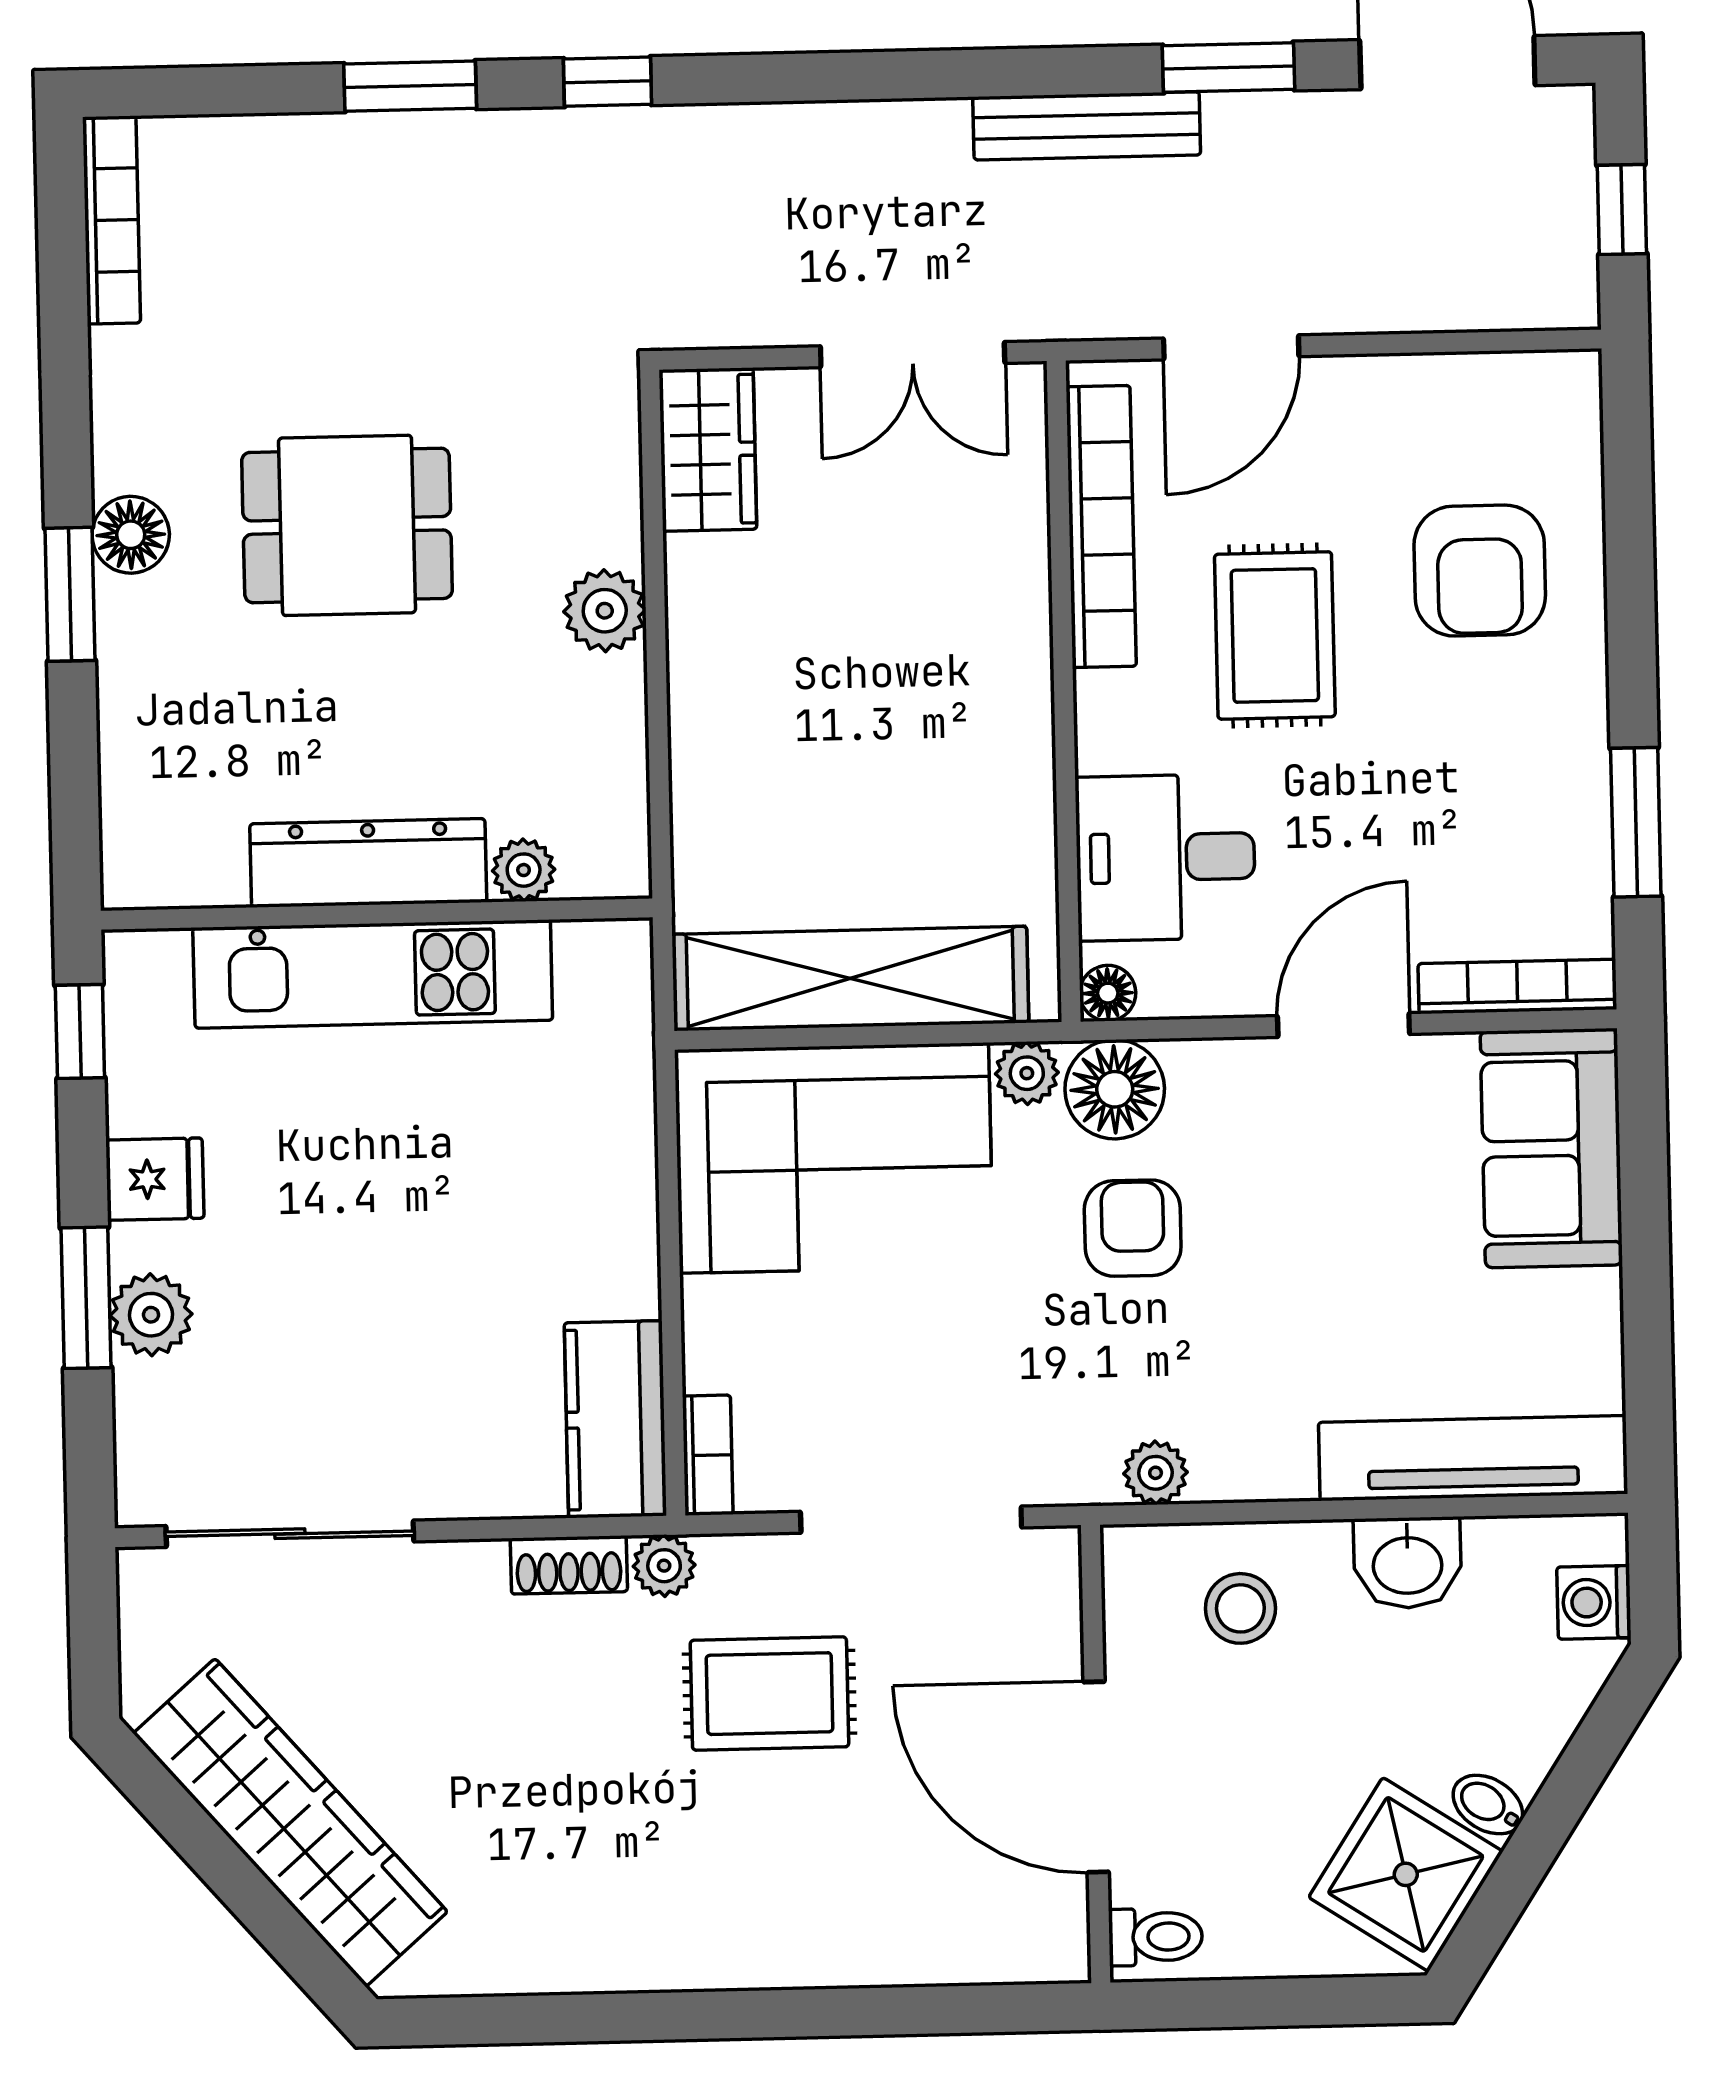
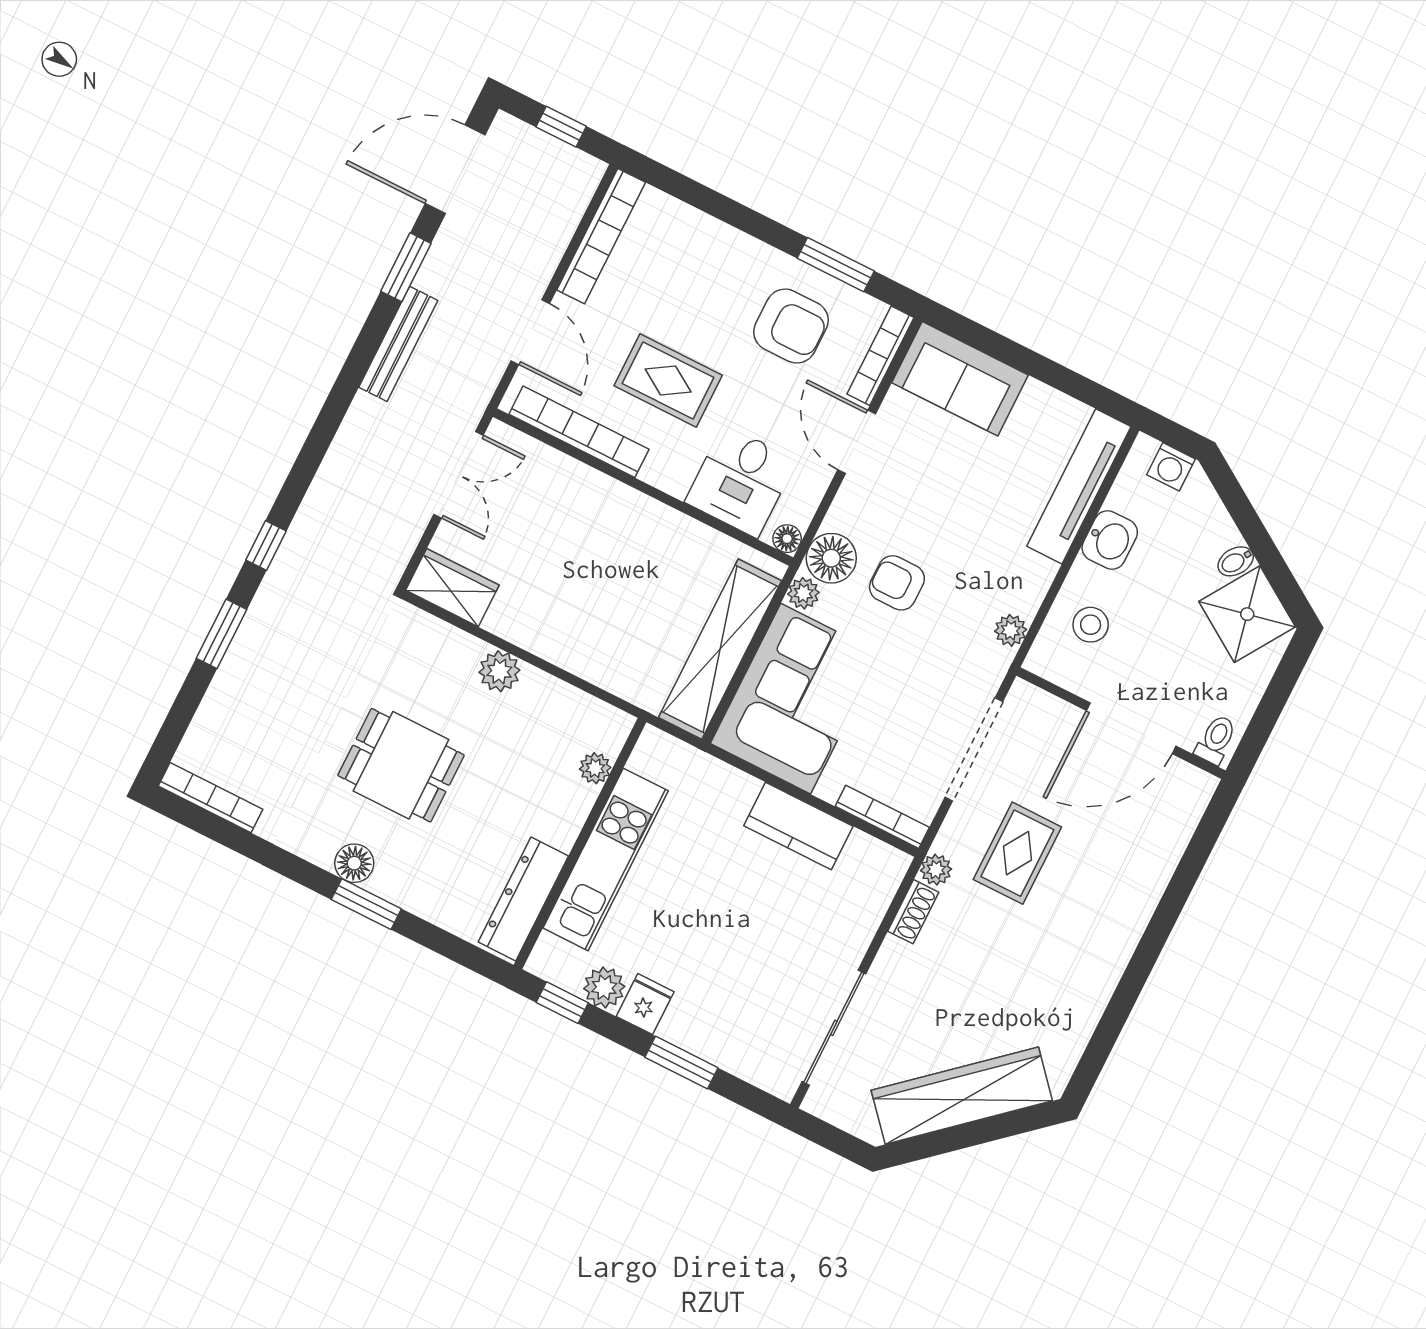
bookcase: (1466, 382) -> (601, 236), added
dining table: (347, 525) -> (401, 765), turned 90
armchair: (1480, 571) -> (791, 326), moved
dresser: (368, 863) -> (523, 899), moved
plant: (151, 1315) -> (604, 987), moved
kitchen counter: (615, 1419) -> (798, 826), moved
bookcase: (708, 1455) -> (882, 817), width x1.56

